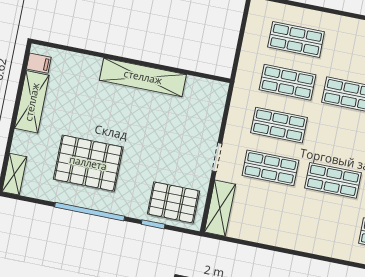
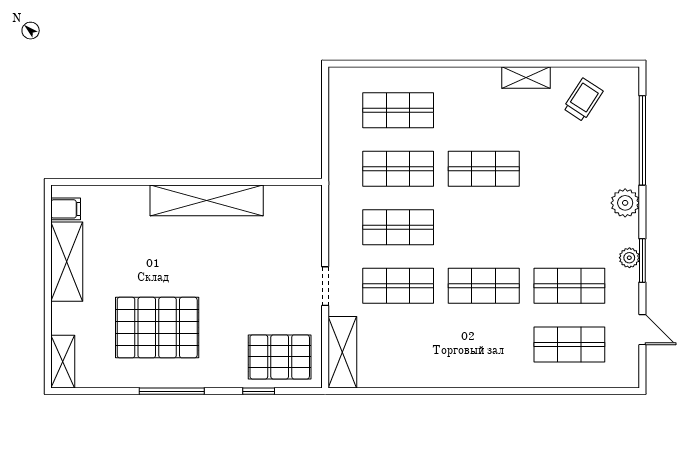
window: (90, 212) -> (172, 391), width x0.68

